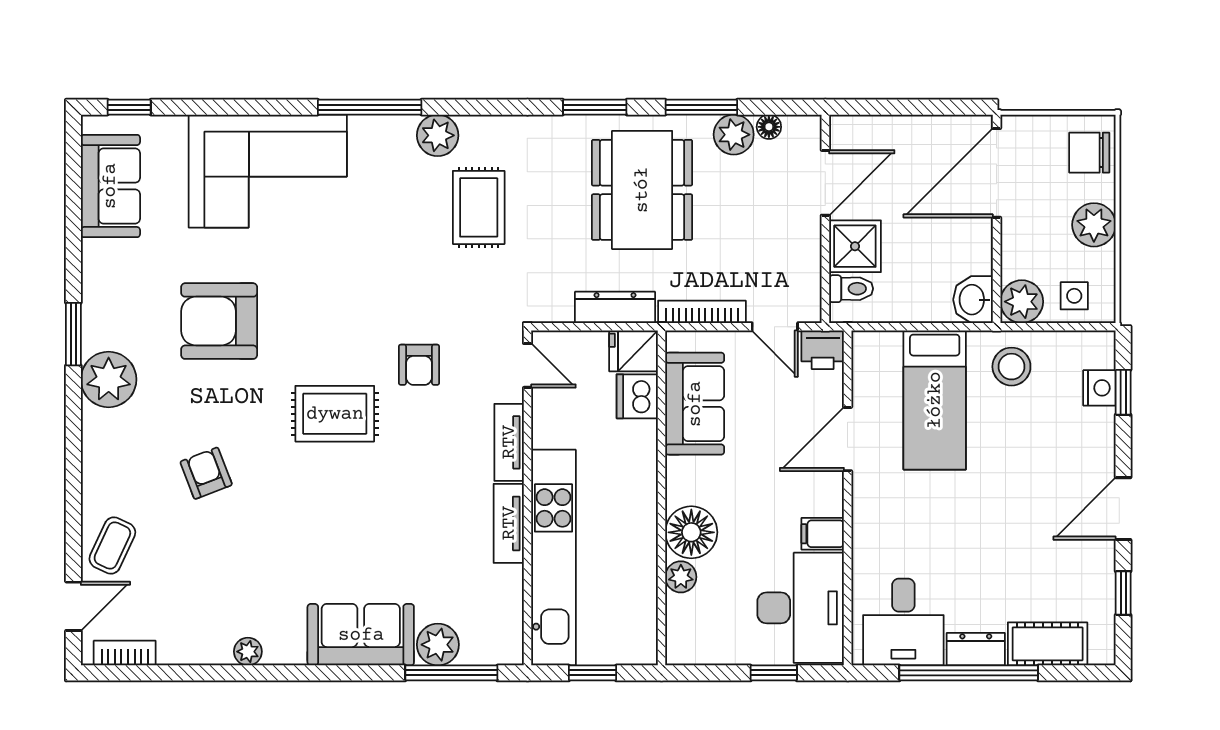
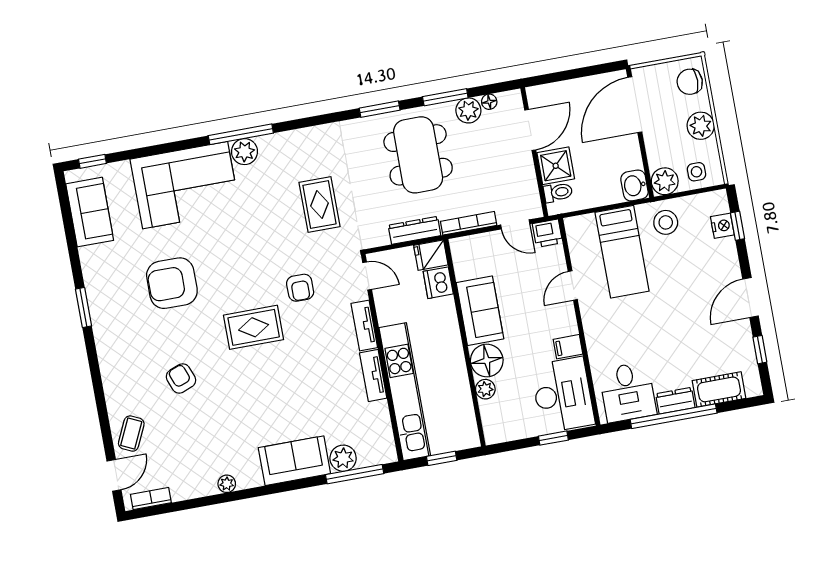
plant: (438, 135) -> (245, 152), moved
rug: (479, 207) -> (320, 205), moved
plant: (109, 379) -> (110, 332), removed
sofa: (695, 404) -> (480, 311), moved
door: (848, 439) -> (573, 285), width x0.73

